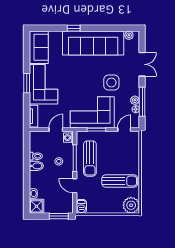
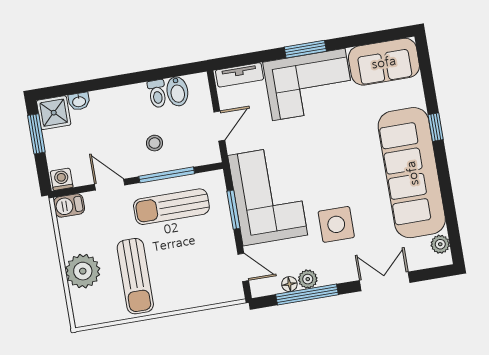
double door: (142, 64) -> (385, 281), swing flipped
door: (56, 130) -> (219, 126), hinge flipped
washing machine: (68, 138) -> (62, 179), moved
bidet: (36, 166) -> (177, 91), moved
door: (75, 186) -> (110, 185), hinge flipped
plant: (131, 205) -> (83, 271), moved
window: (59, 216) -> (36, 134), moved

